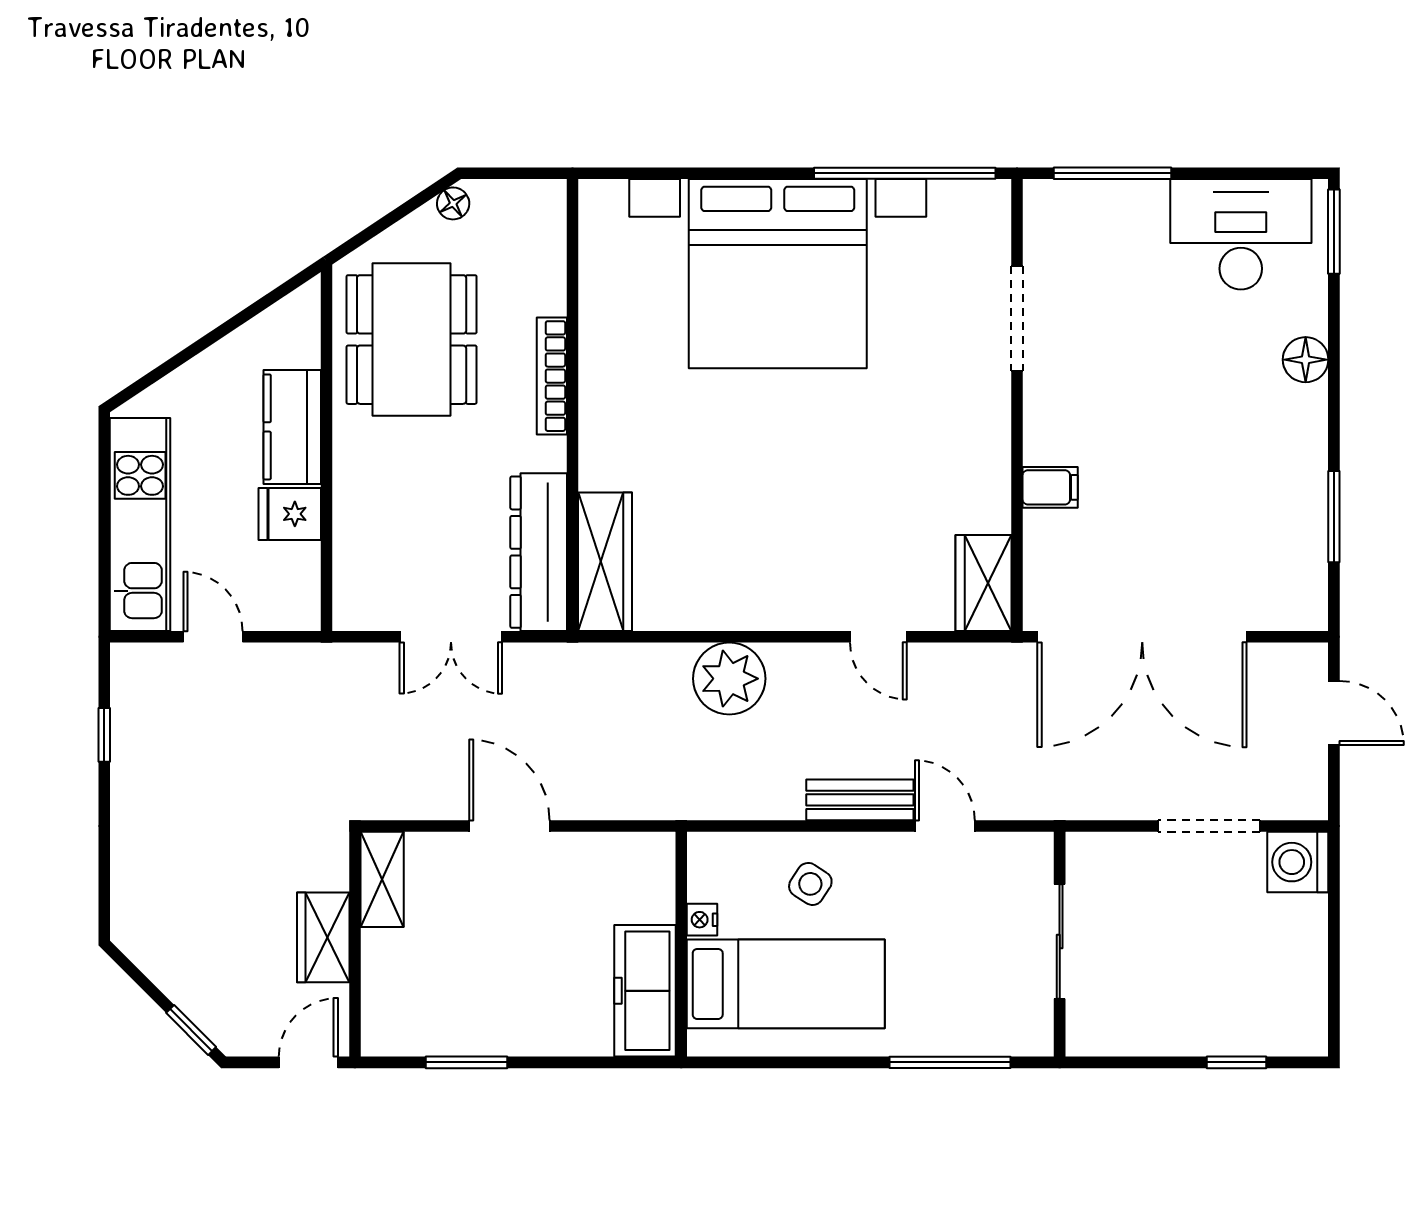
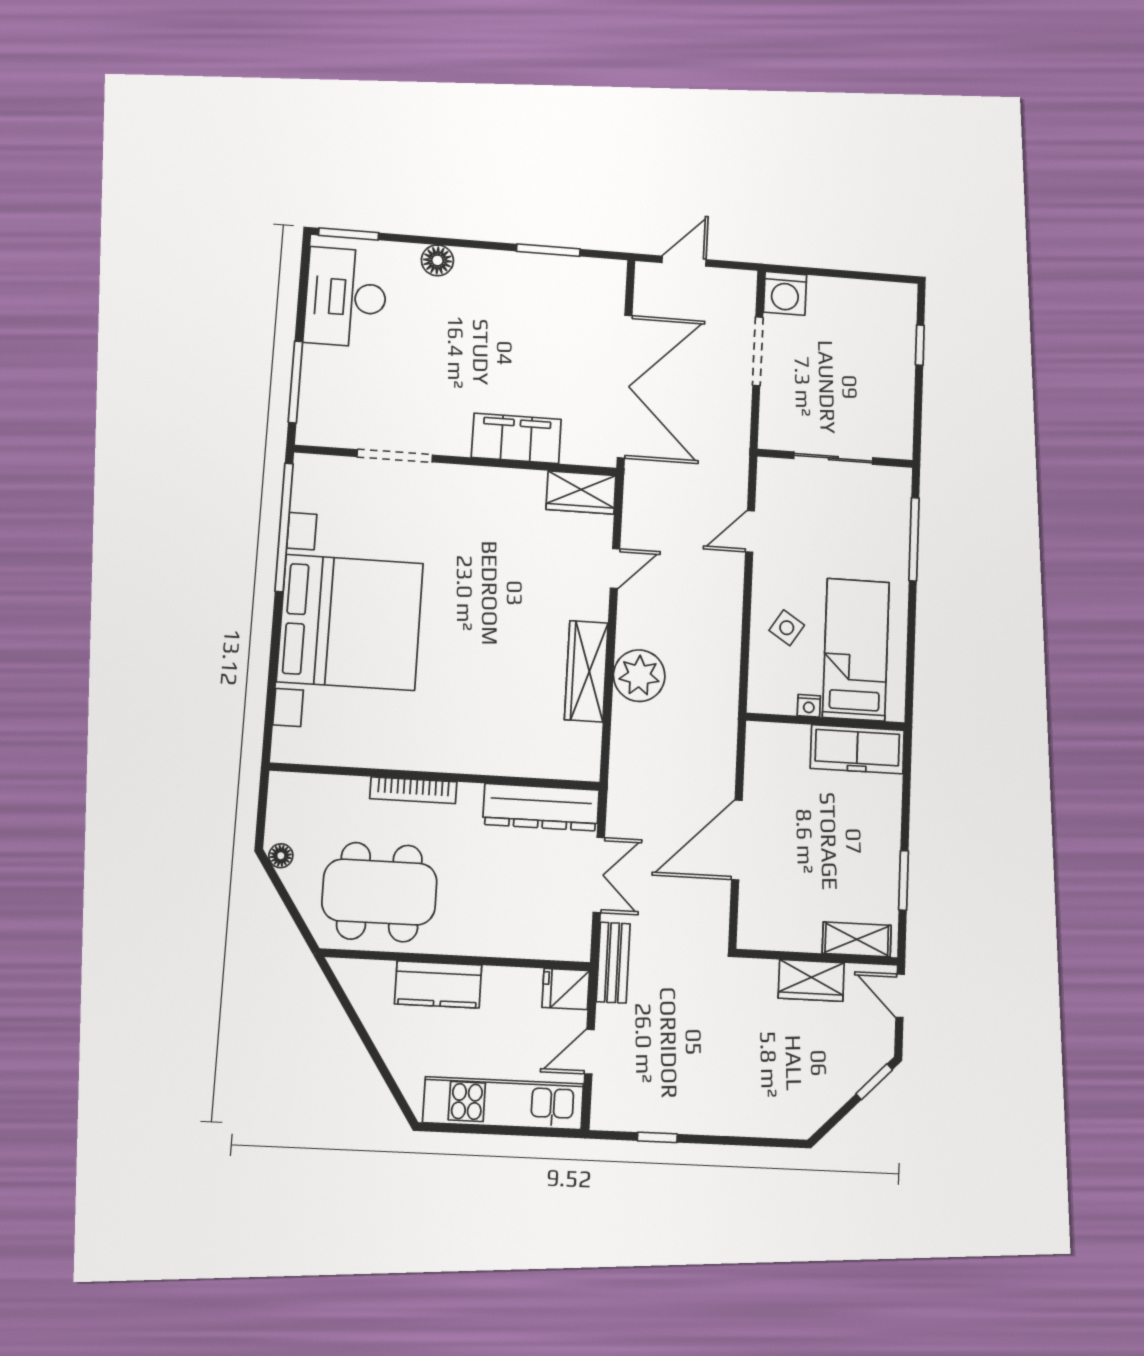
filing cabinet: (1050, 487) -> (516, 438), width x3.00, depth x1.17
fridge: (290, 514) -> (566, 989), moved, turned 90
wardrobe: (605, 562) -> (586, 671), moved, turned -90
bench: (860, 800) -> (613, 963), moved
door: (509, 826) -> (737, 840), width x1.36
shelving: (382, 879) -> (857, 939), moved

